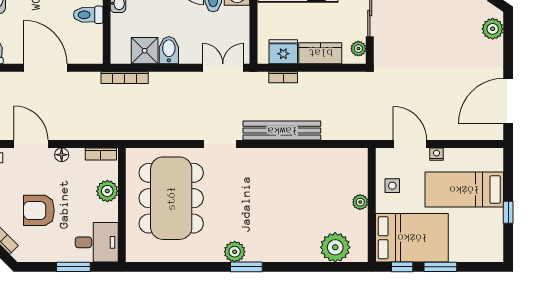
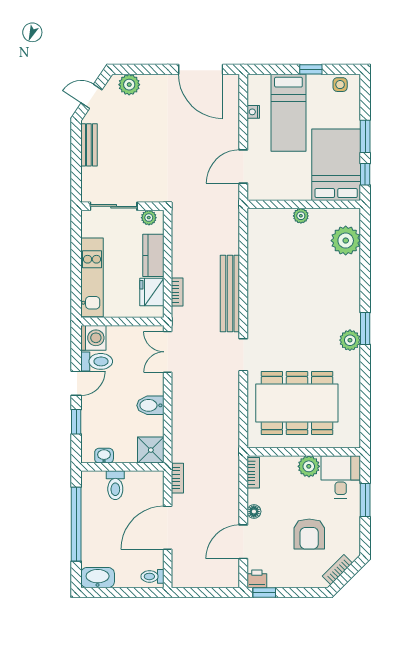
shower: (145, 51) -> (151, 450), moved
bookcase: (125, 78) -> (177, 478), moved, width x0.64
nightstand: (436, 154) -> (253, 112), moved
side table: (392, 186) -> (340, 85), moved
plant: (107, 191) -> (309, 466), moved

